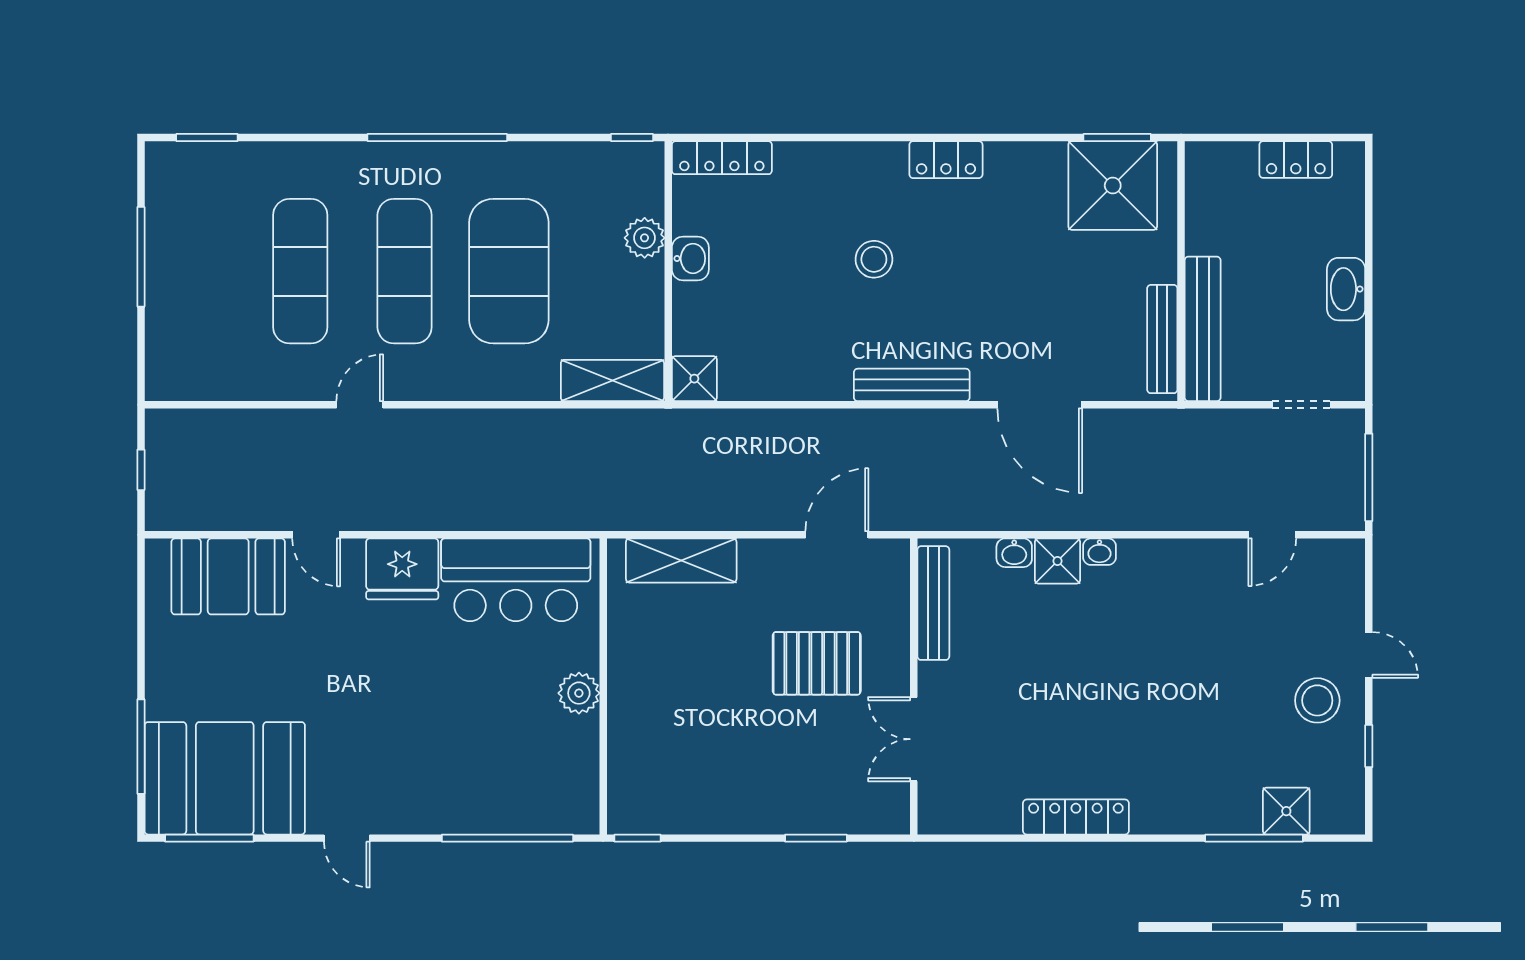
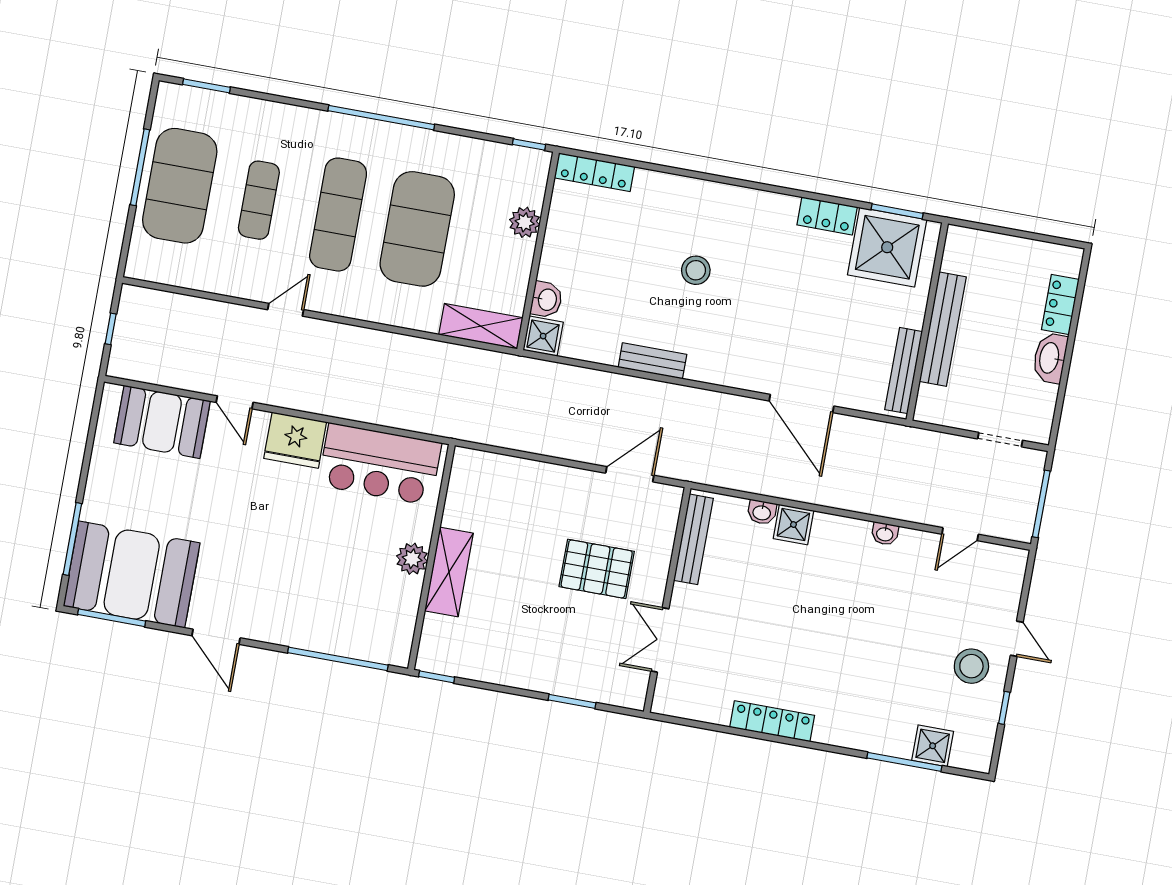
locker: (946, 160) -> (827, 216), moved
locker: (1296, 160) -> (1060, 305), moved, turned 90
washbasin: (690, 258) -> (547, 300), moved
exercise mat: (196, 271) -> (180, 186), added
exercise mat: (300, 271) -> (259, 200), width x0.73, depth x0.69
bench: (1203, 329) -> (943, 329), moved
bench: (912, 385) -> (652, 361), moved, width x0.73
washbasin: (1099, 552) -> (885, 534), moved
shelving: (681, 560) -> (449, 572), moved, turned 90
door: (347, 838) -> (216, 637), width x1.38

